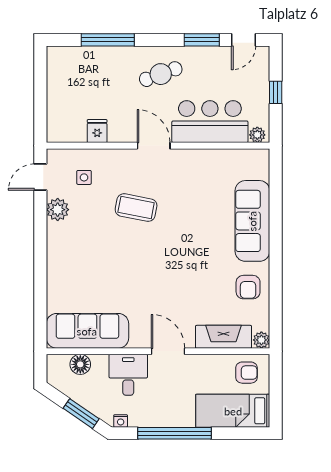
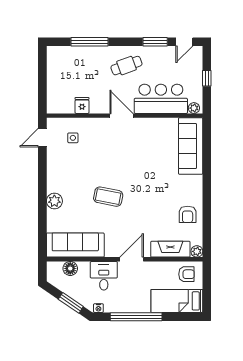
coffee table: (136, 208) -> (108, 197), moved
plant: (58, 210) -> (54, 201), moved
sofa: (252, 221) -> (191, 146), moved
door: (168, 351) -> (132, 259), hinge flipped

